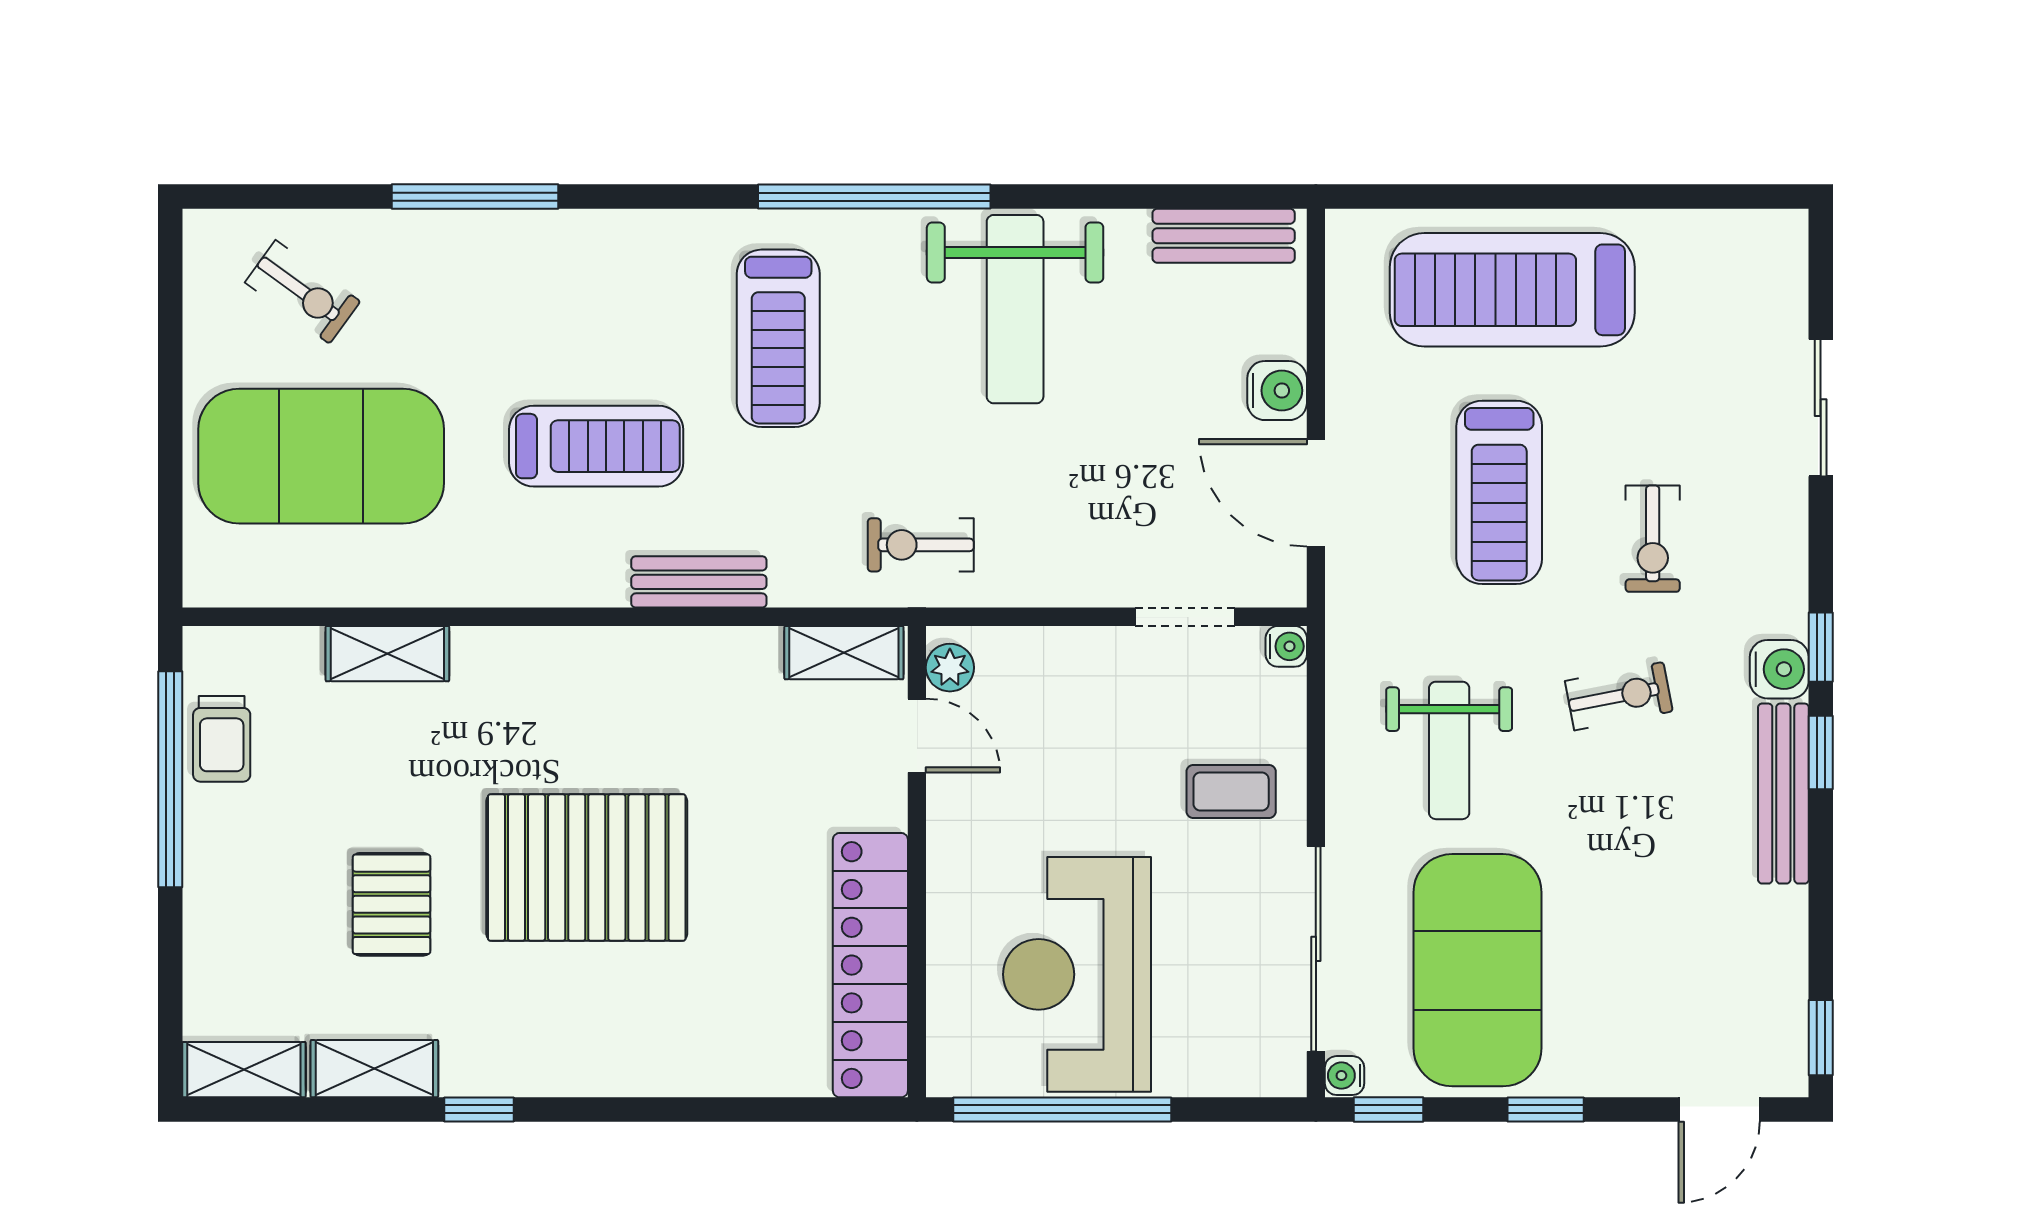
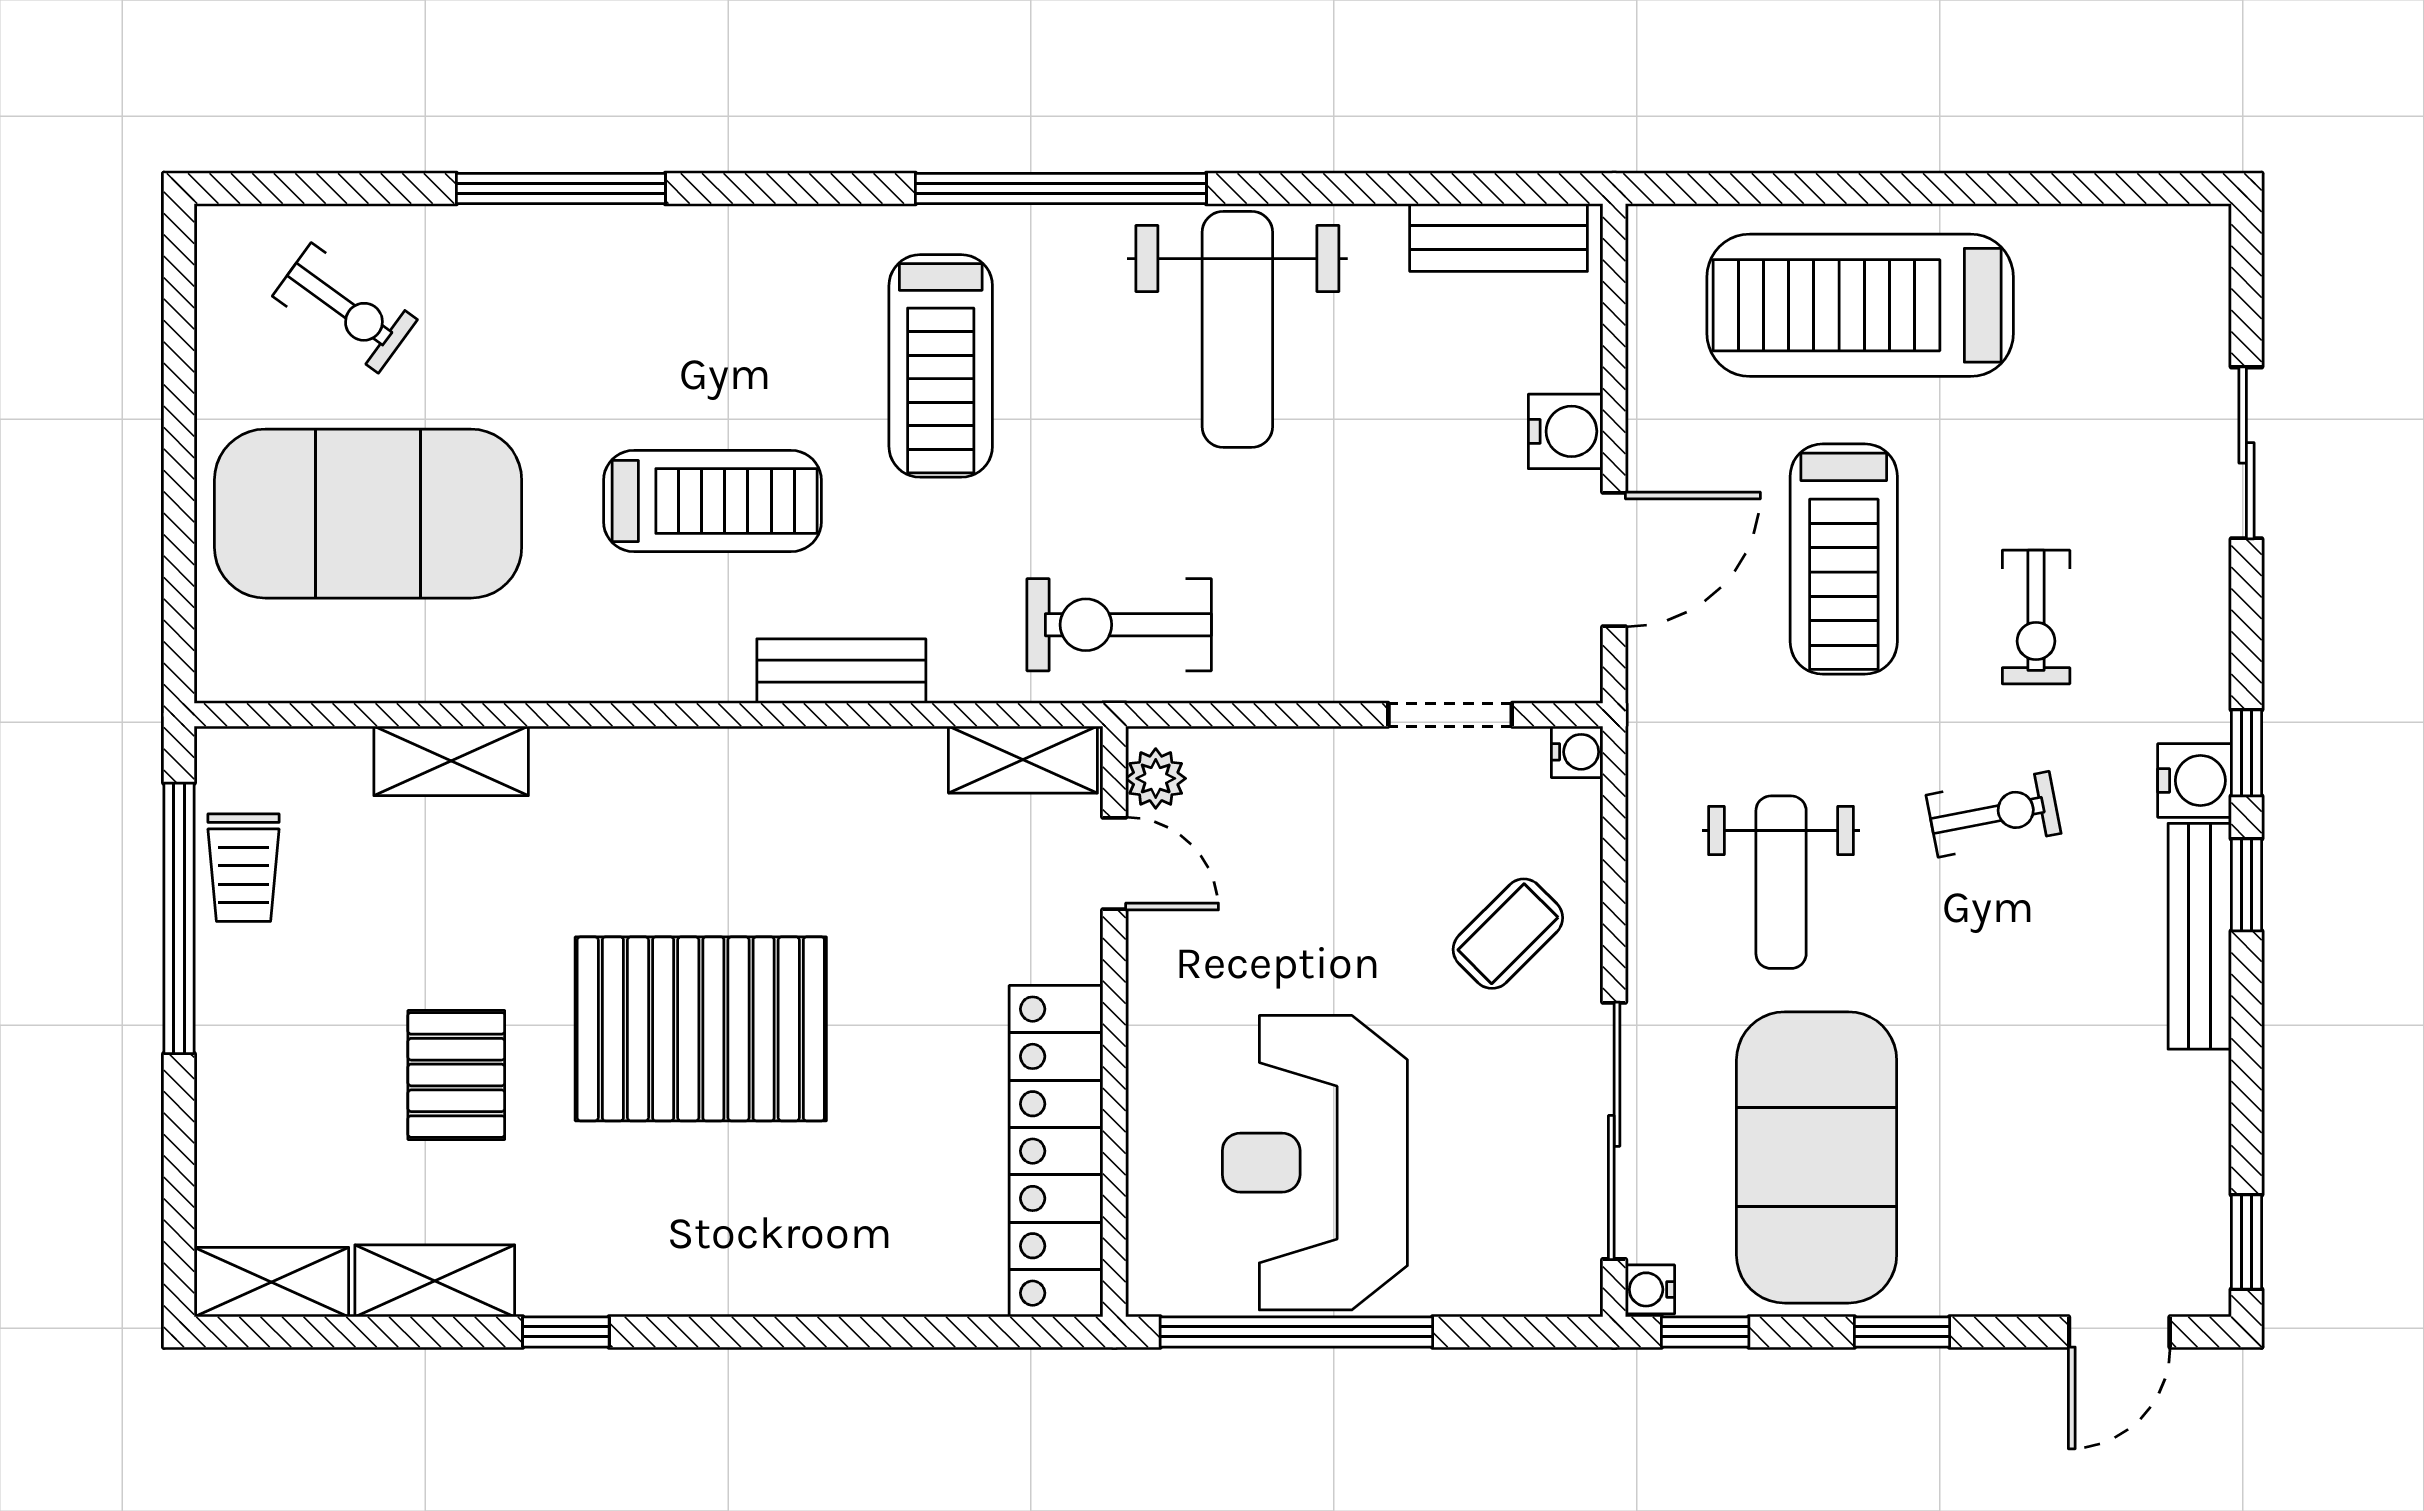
door: (1316, 493) -> (1614, 560), swing flipped
exercise bike: (921, 545) -> (1119, 625), width x1.38, depth x1.39
coffee table: (1231, 792) -> (1508, 934), turned -45

